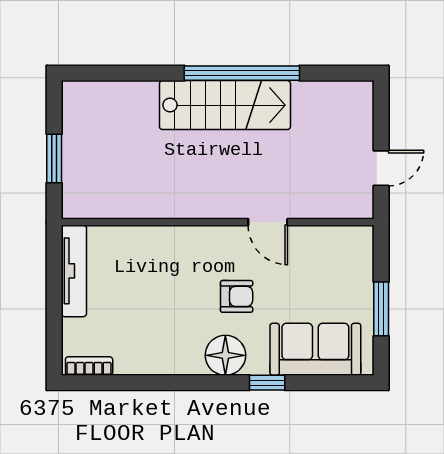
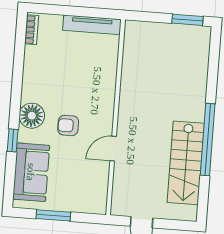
stairs: (225, 105) -> (186, 163), moved
window: (54, 159) -> (188, 20), moved
armchair: (237, 296) -> (68, 125), turned 90

